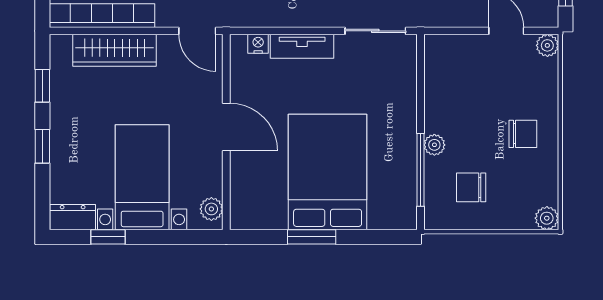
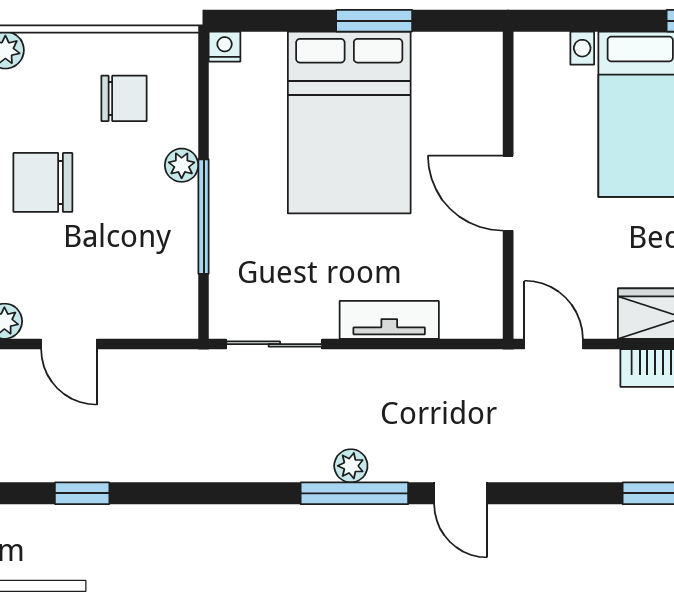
nightstand: (258, 44) -> (225, 47), moved, turned 180
chair: (523, 134) -> (43, 182), width x1.37, depth x1.37
window: (420, 170) -> (204, 217), moved
plant: (211, 209) -> (531, 65), removed

